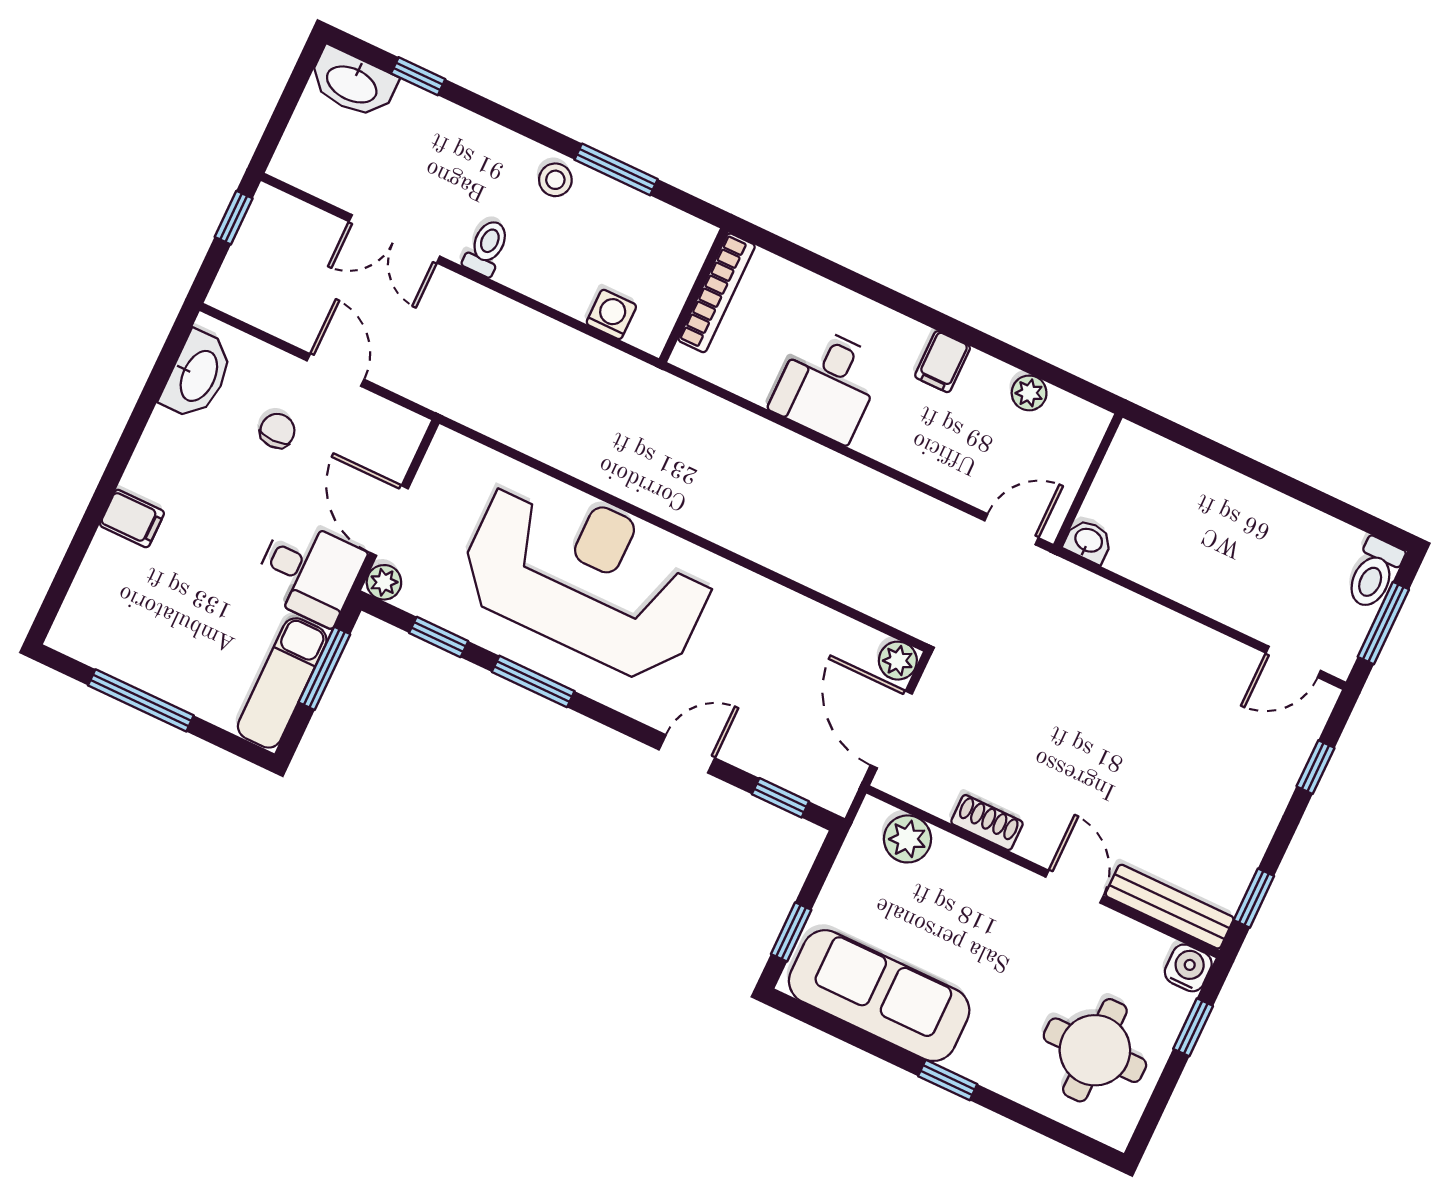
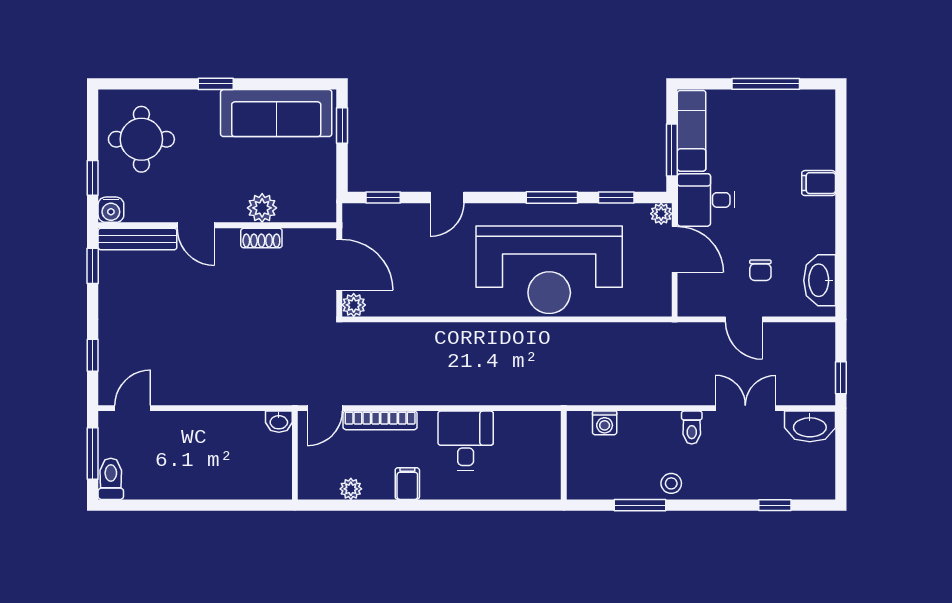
washbasin: (352, 83) -> (810, 426), moved, turned 180
bookcase: (717, 293) -> (380, 420), moved, turned -90
plant: (907, 839) -> (262, 208), moved

